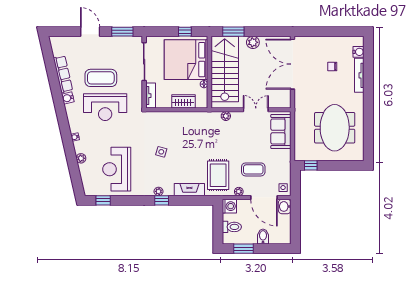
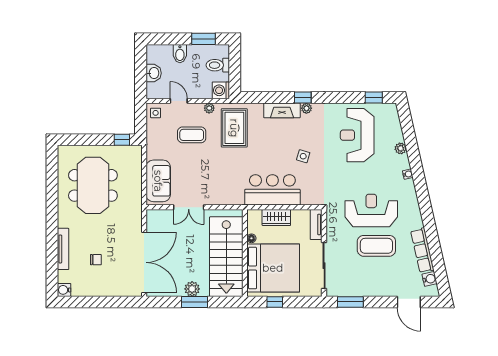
door: (90, 32) -> (409, 302), moved
window: (233, 32) -> (194, 302), moved
water cooler: (359, 52) -> (64, 290), moved
water cooler: (68, 98) -> (430, 279), moved
plant: (226, 116) -> (225, 200), removed
bar counter: (187, 124) -> (272, 190), added
reception desk: (117, 169) -> (357, 135), turned 180
fireplace: (189, 190) -> (282, 110), moved
door: (264, 197) -> (179, 101), width x0.53
washbasin: (285, 206) -> (154, 73), moved

